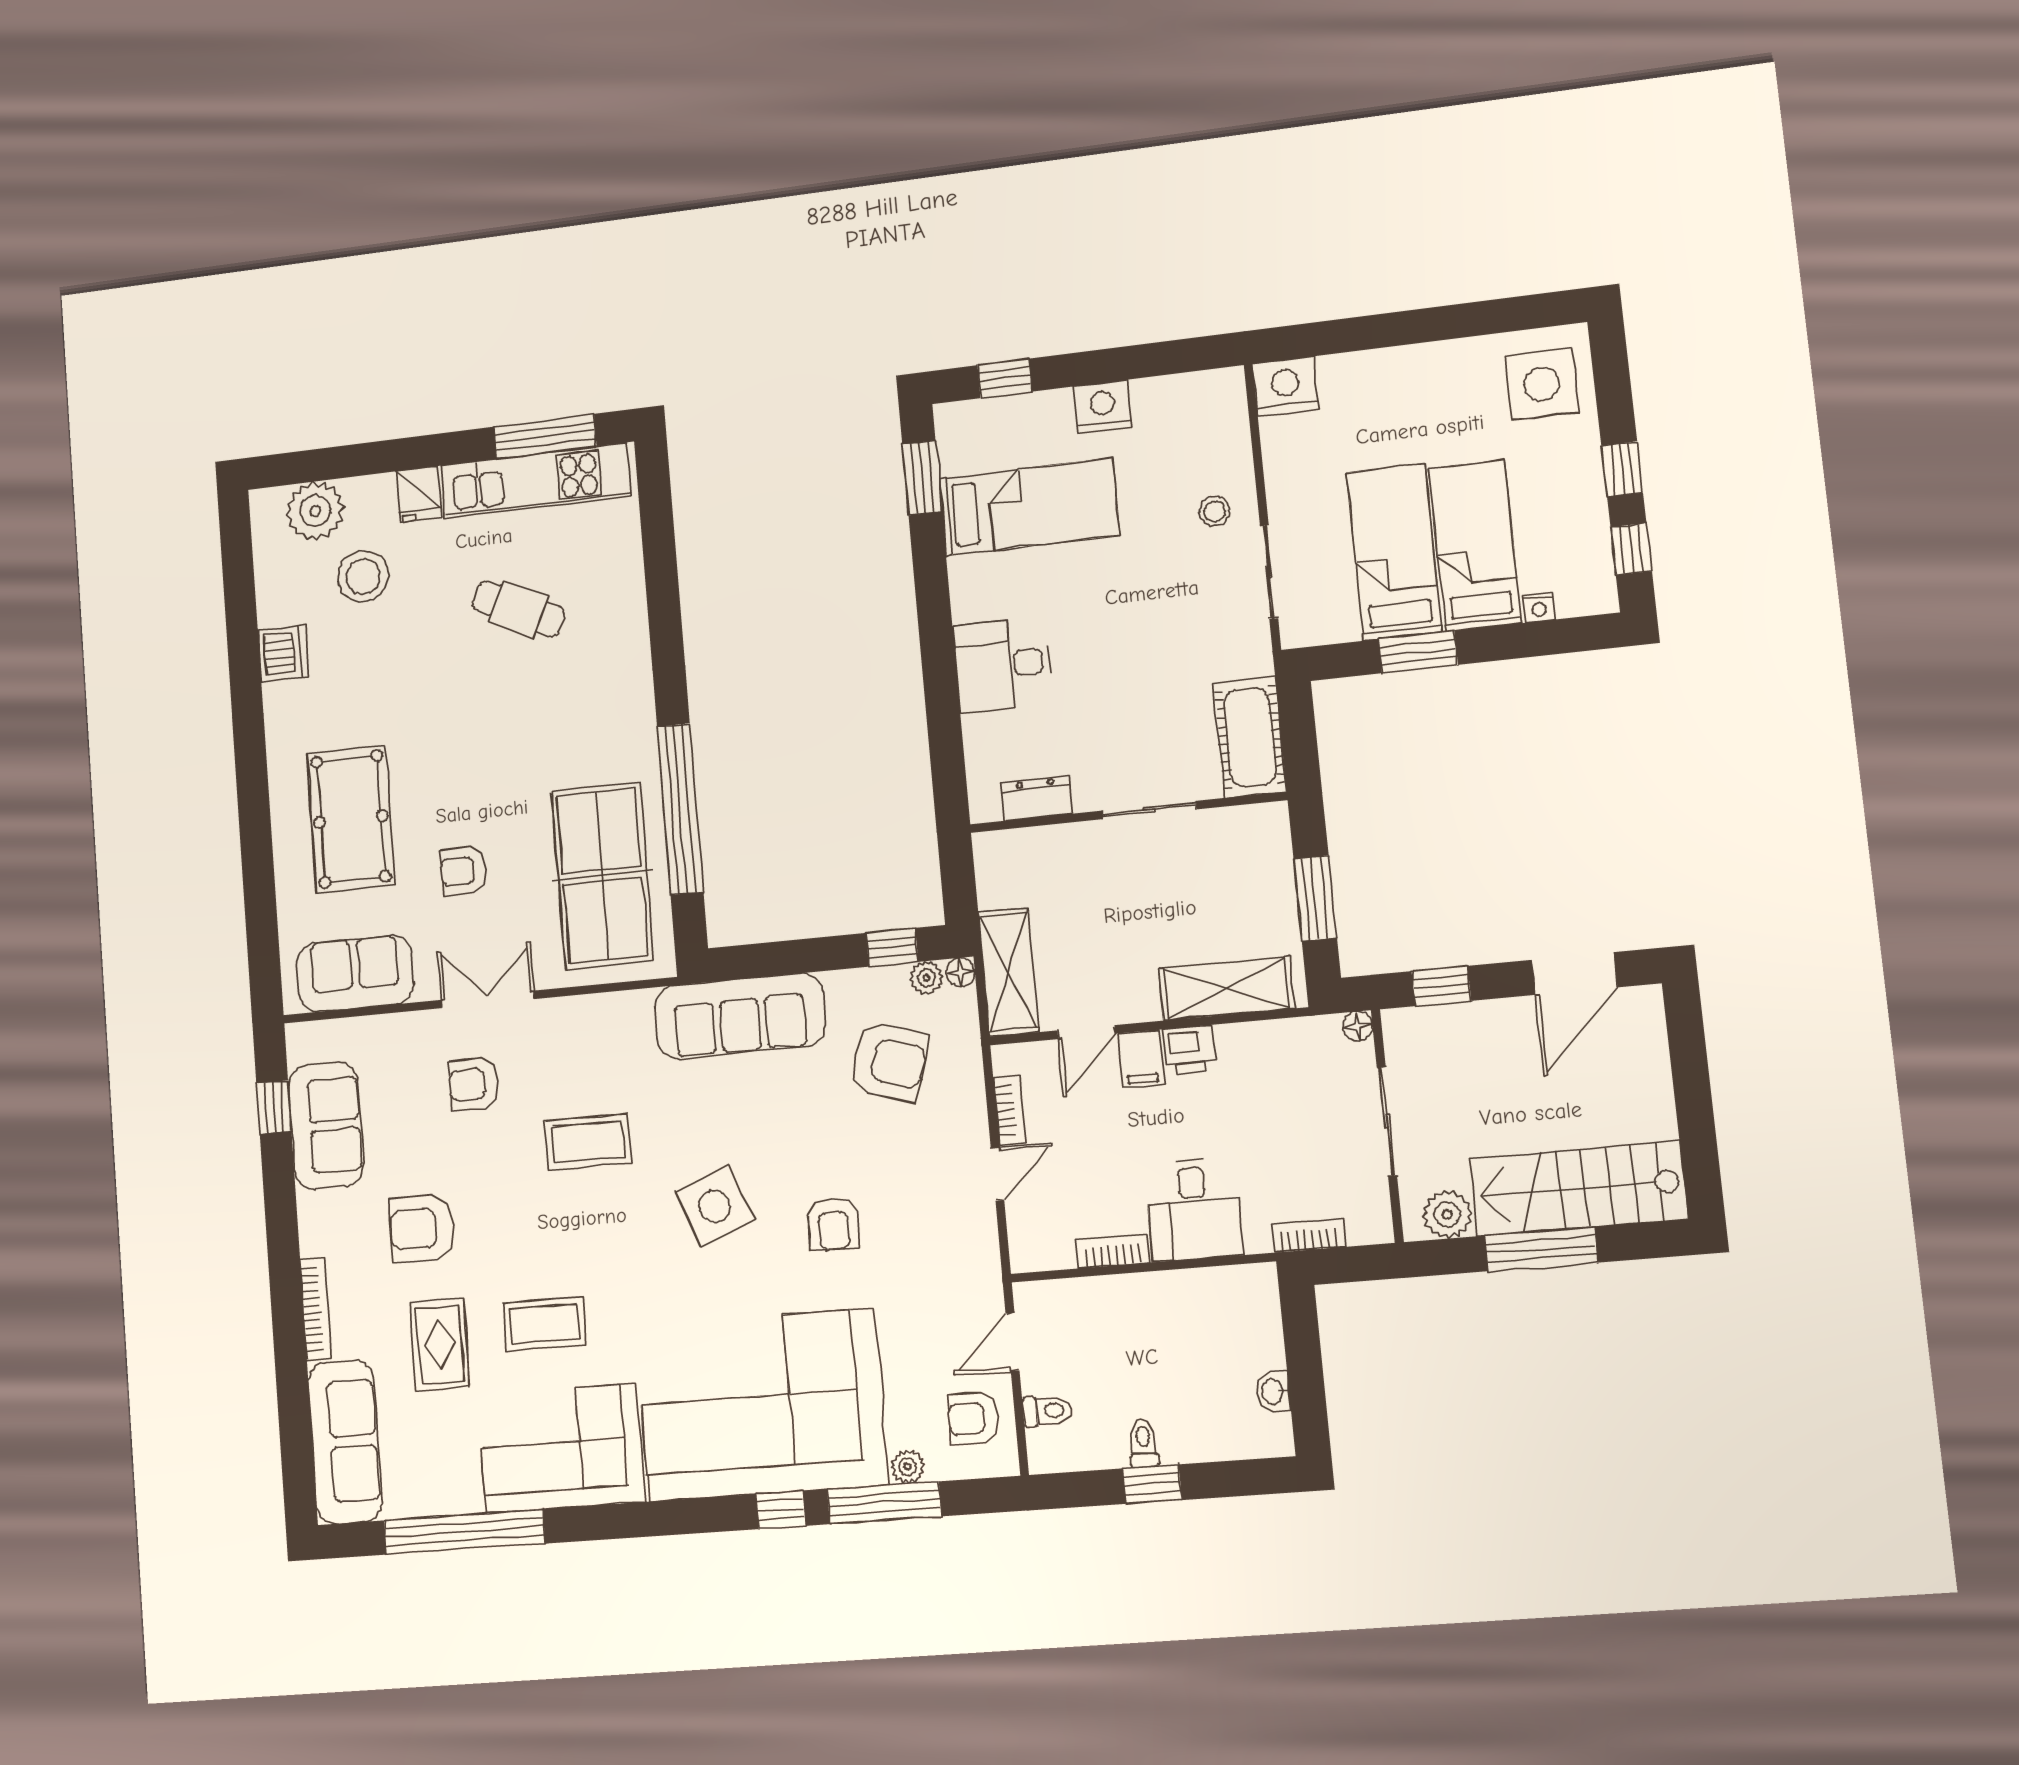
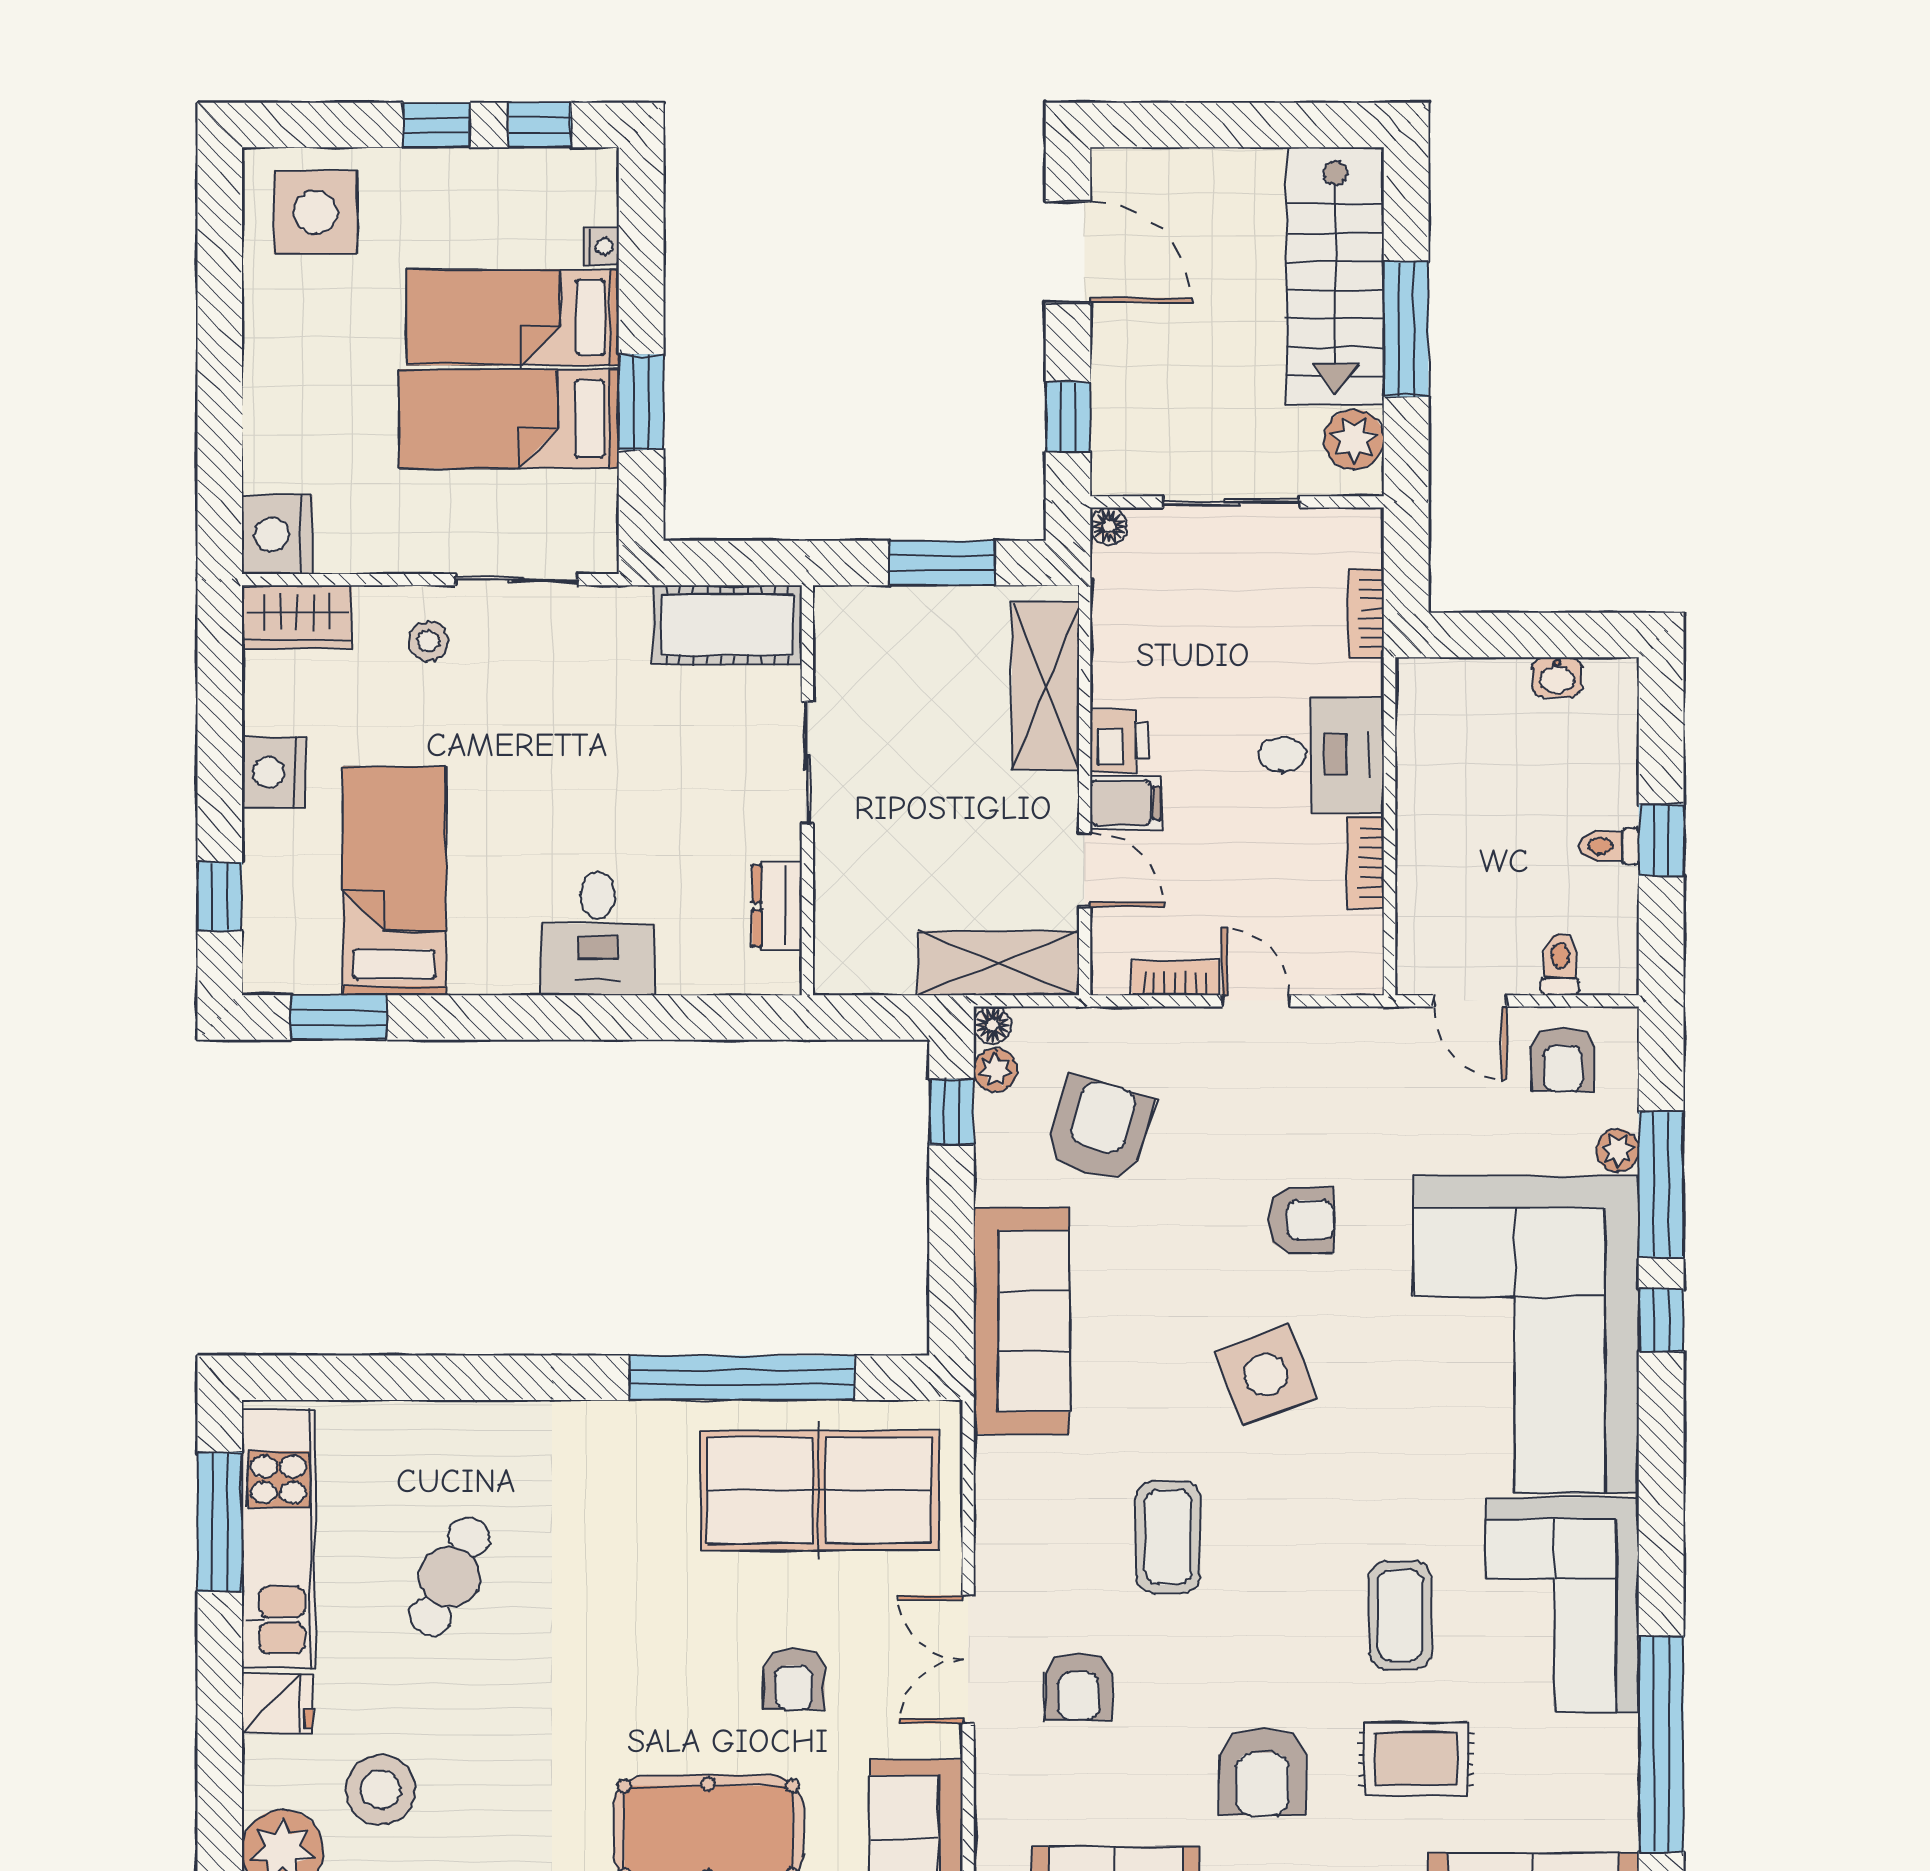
wardrobe: (1223, 409) -> (297, 617), added

